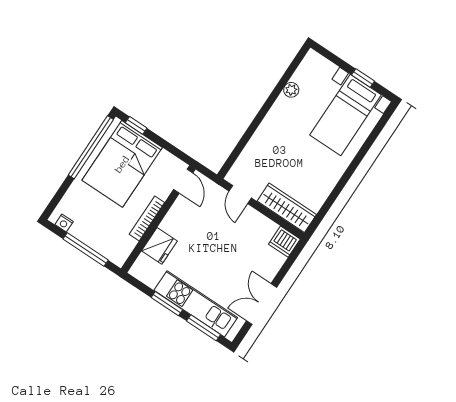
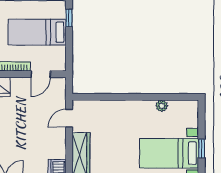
bed: (122, 164) -> (37, 32), width x0.67
door: (183, 181) -> (41, 74), moved

